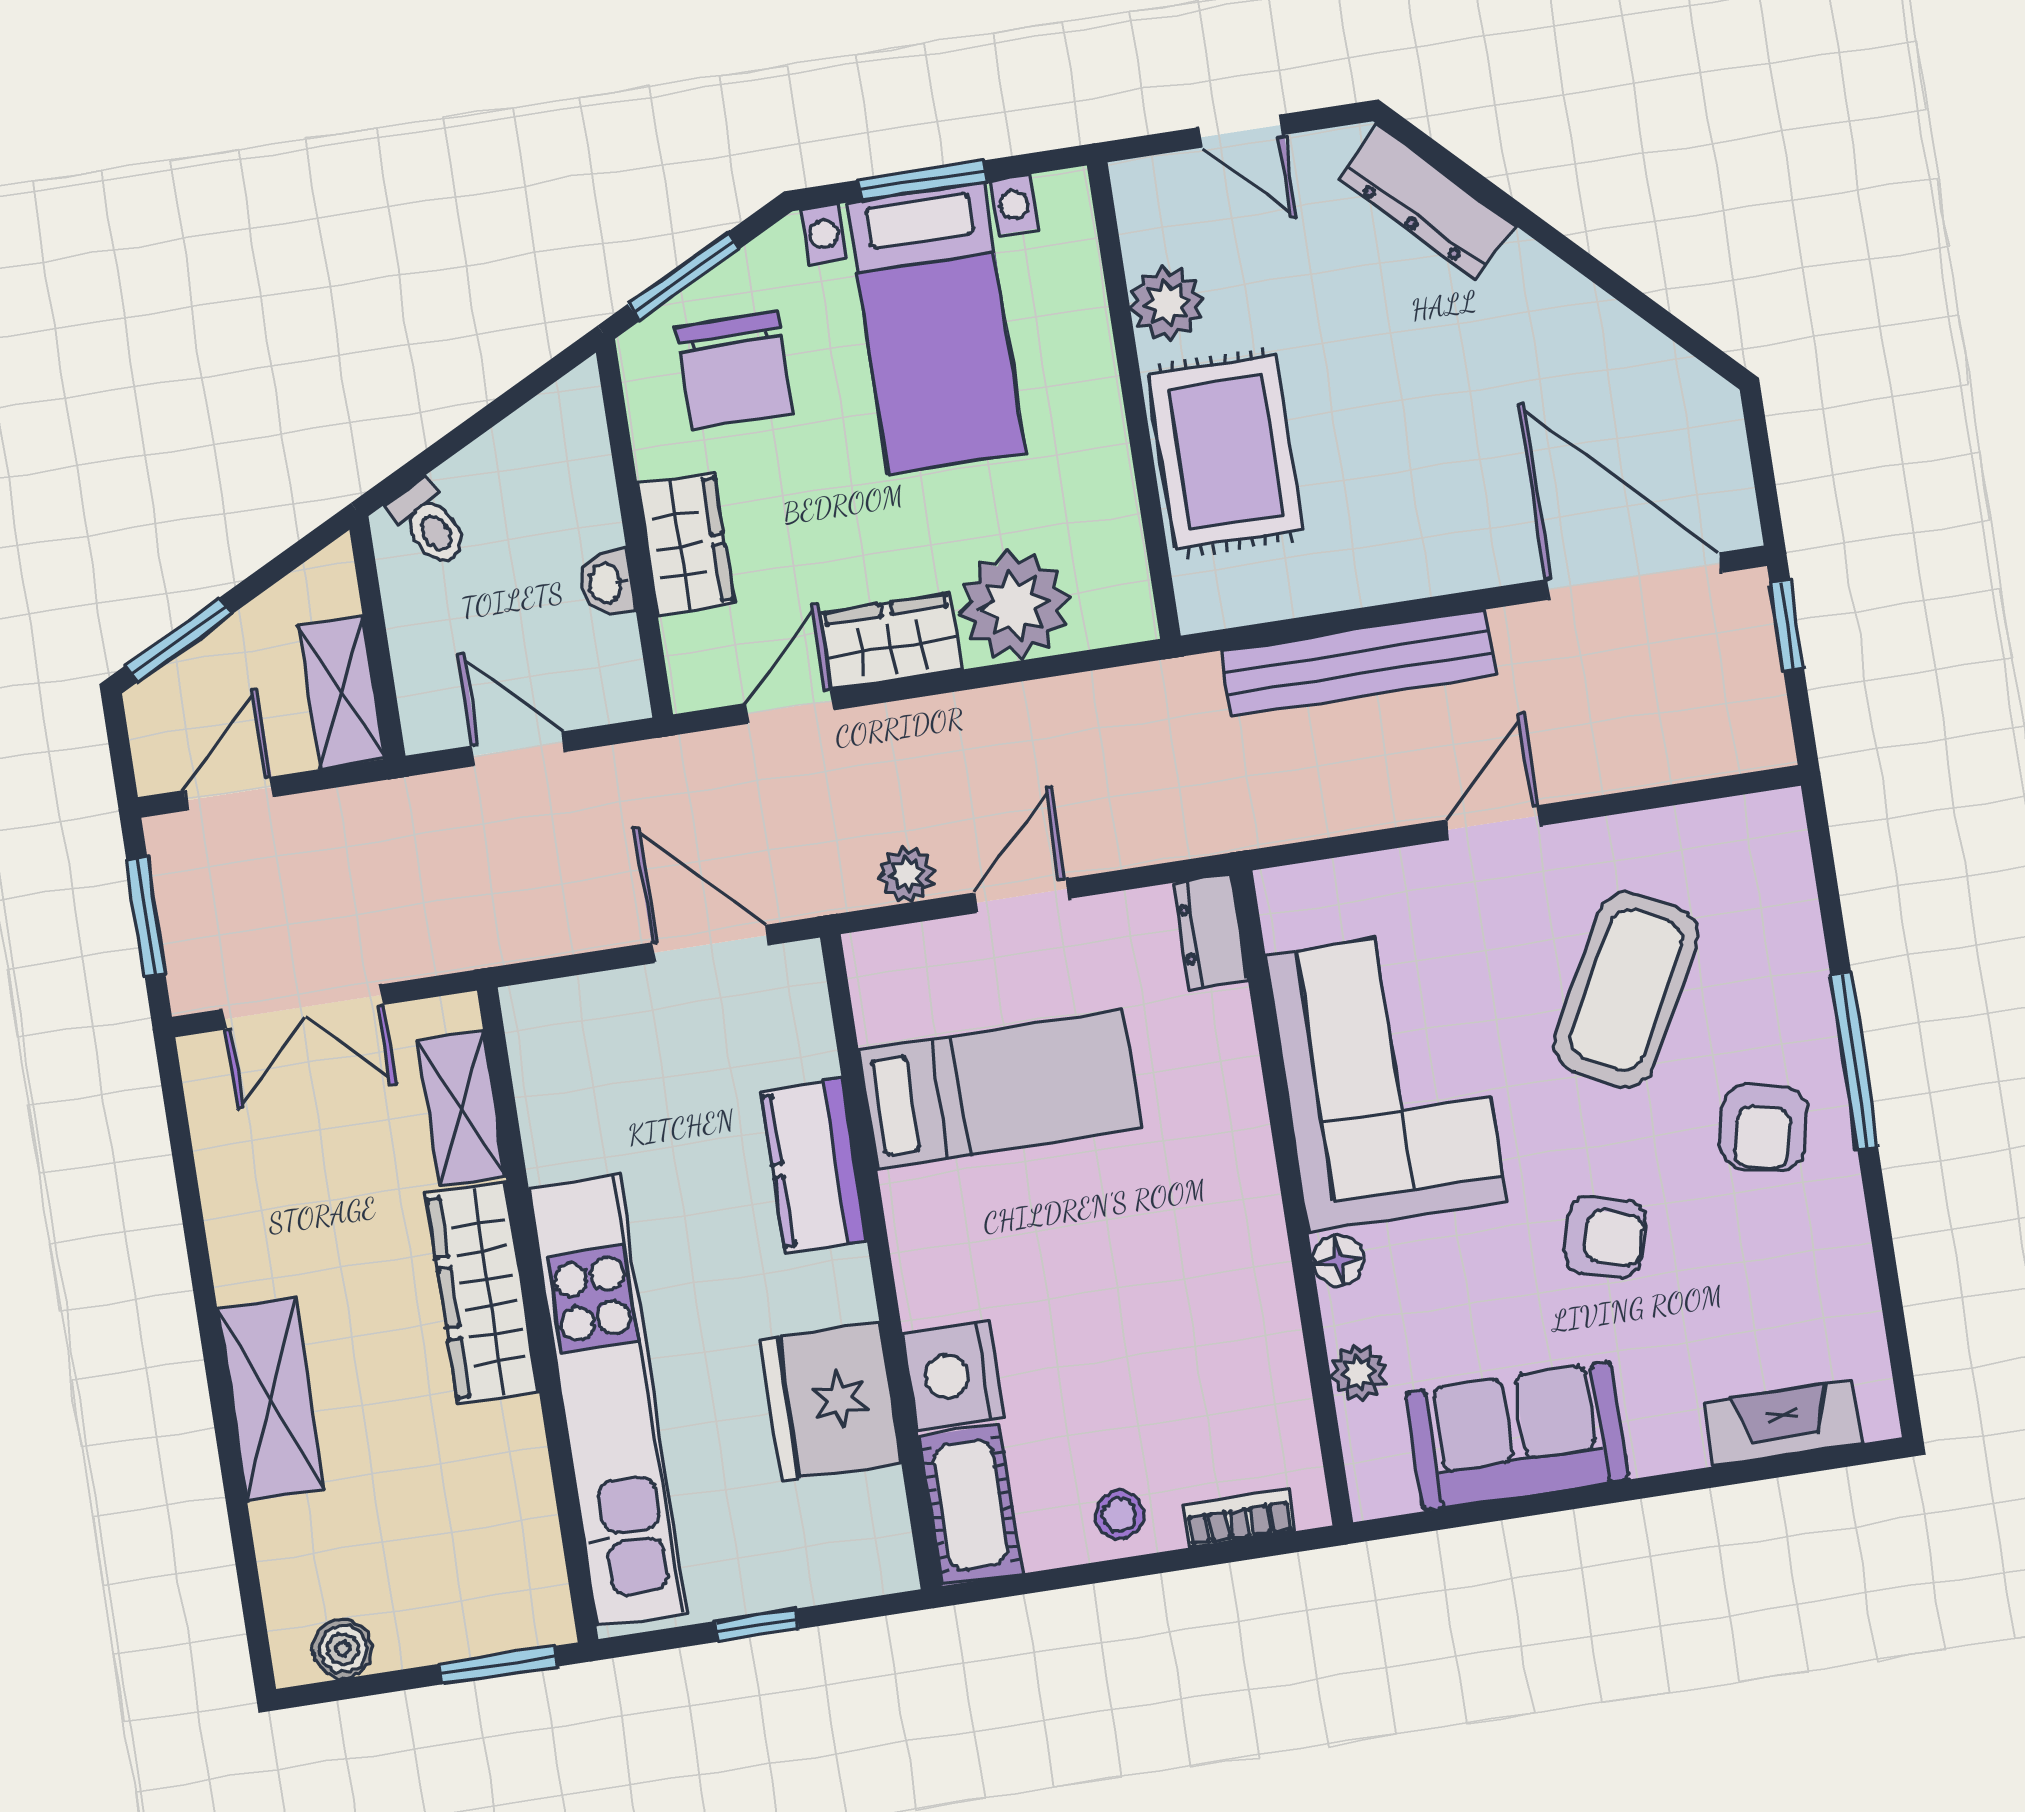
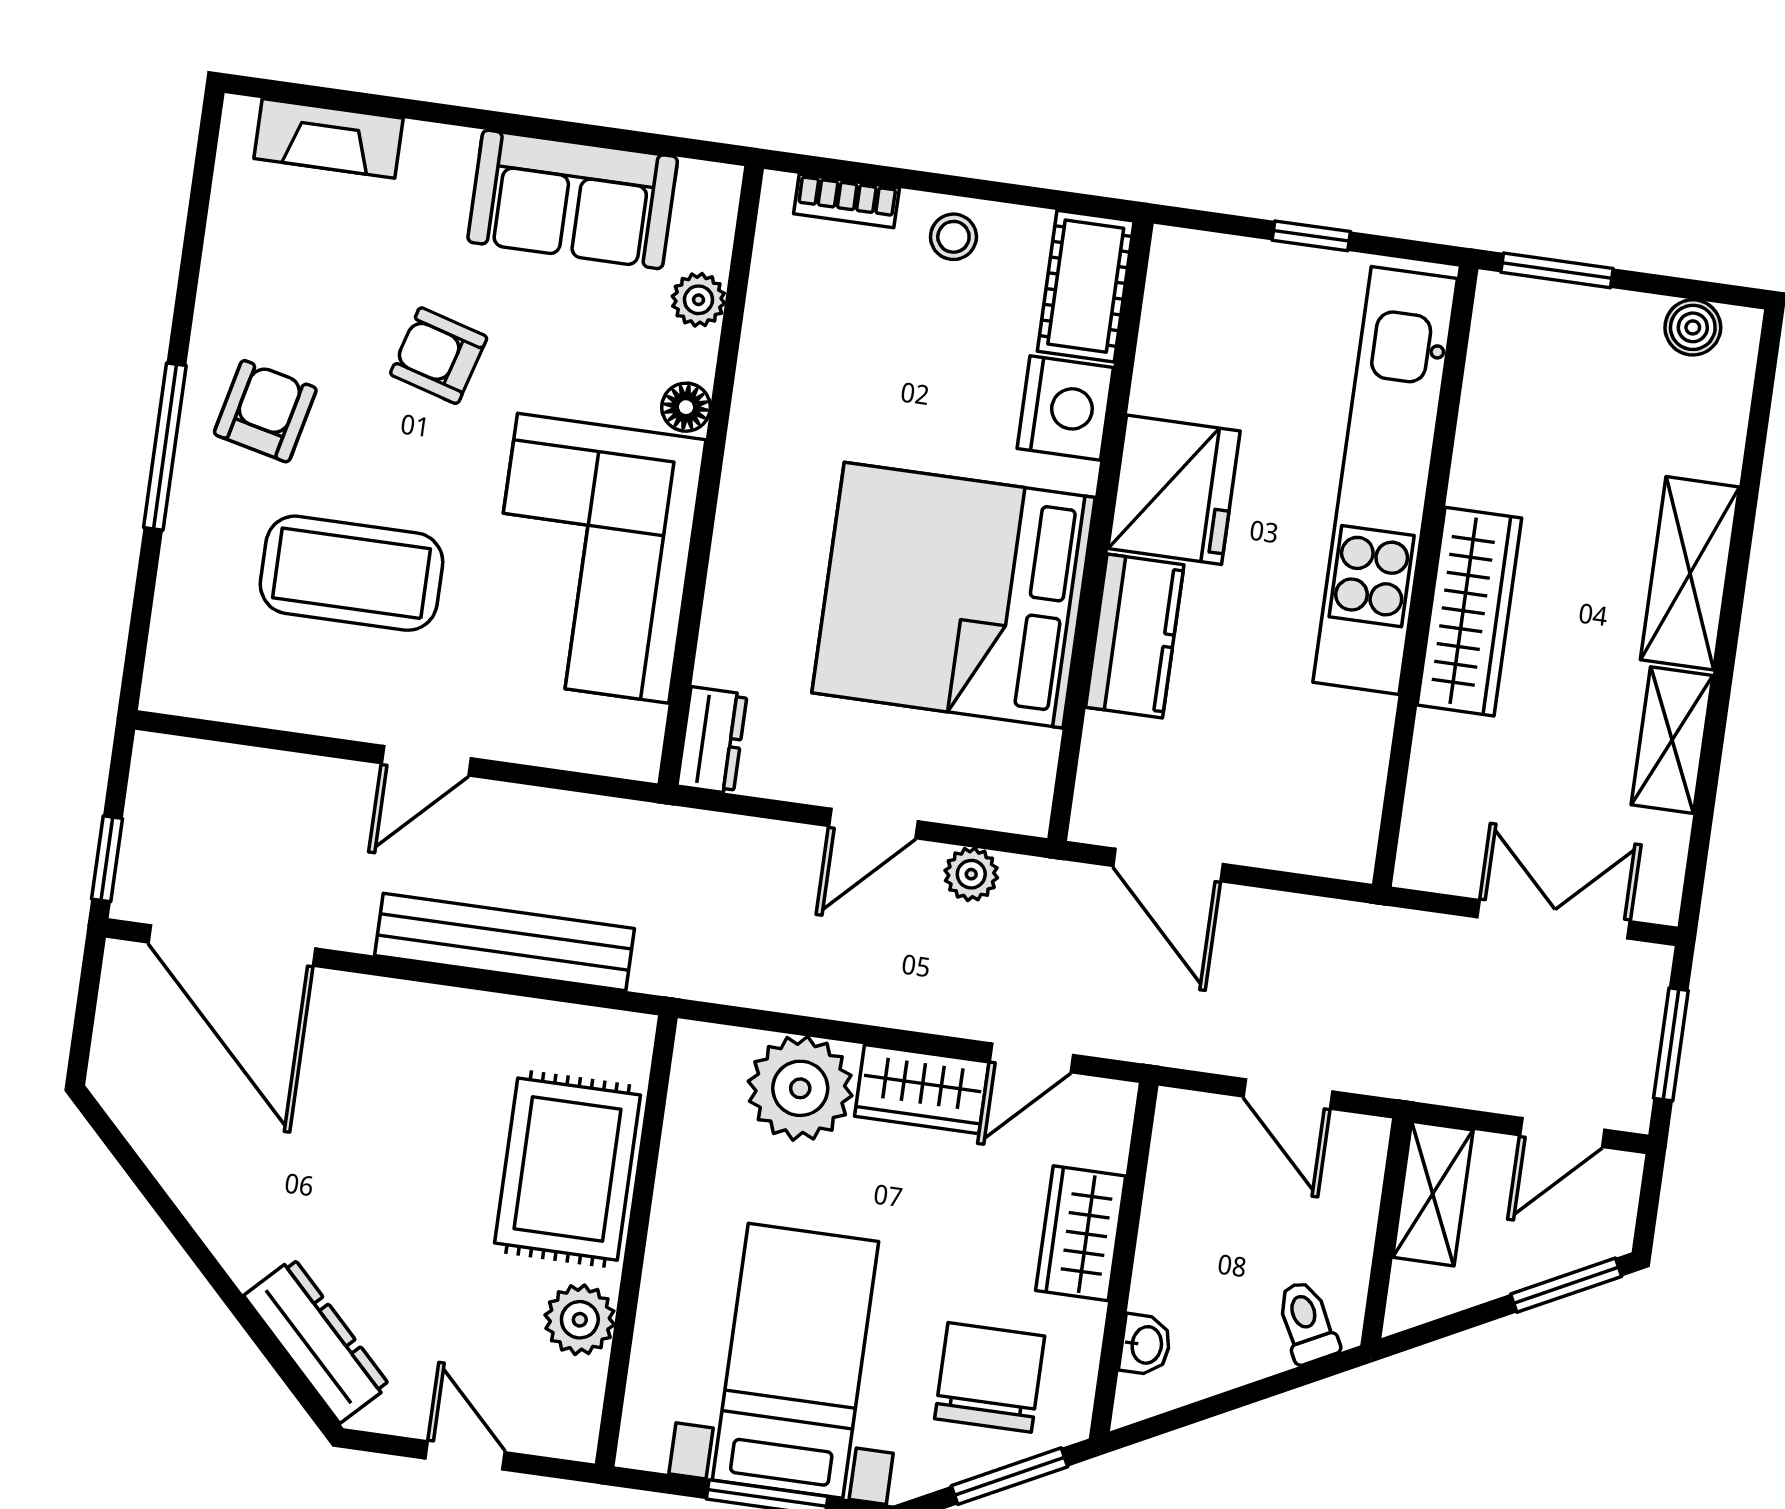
washbasin: (607, 583) -> (1145, 1345), moved
coffee table: (1626, 990) -> (352, 573), turned 62
bed: (1000, 1089) -> (954, 595), width x2.04
shelving: (462, 1109) -> (1672, 740), moved
fridge: (831, 1401) -> (1174, 490), moved

